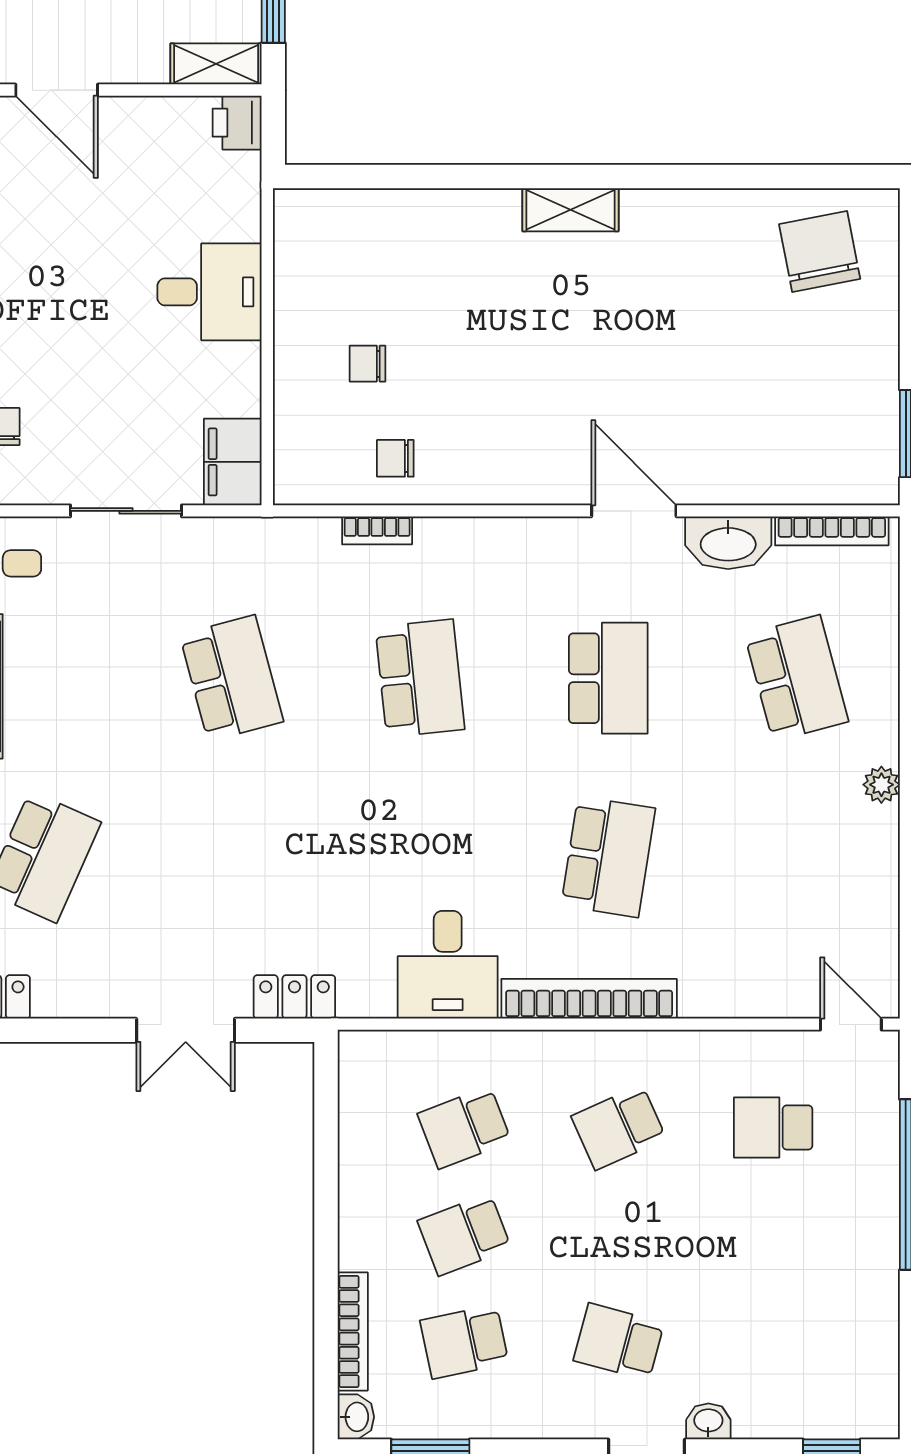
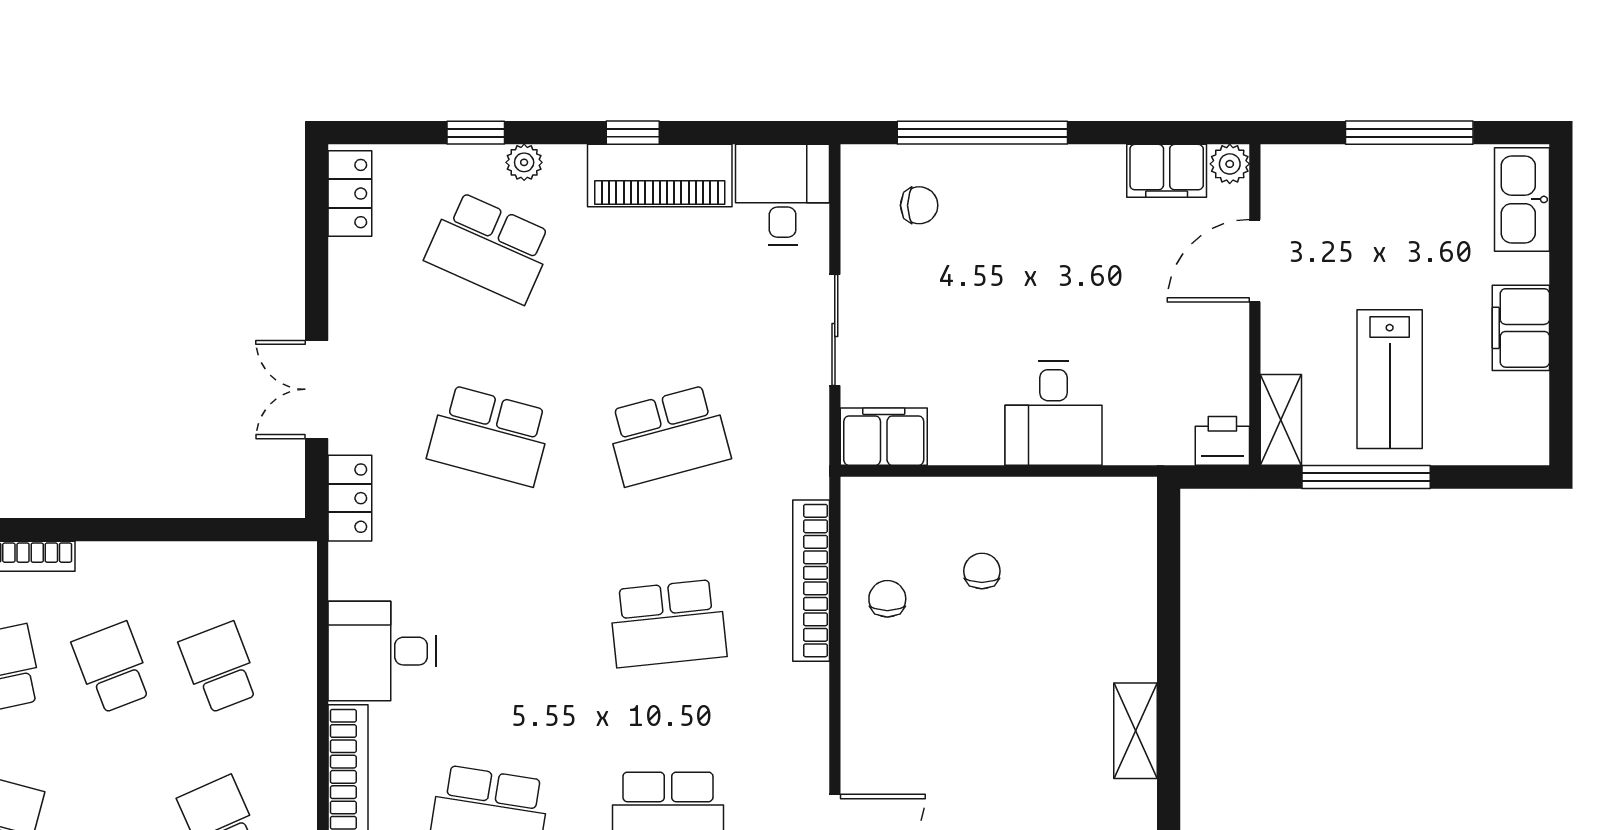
shelving: (571, 210) -> (1136, 731), moved
bookcase: (377, 530) -> (811, 581), width x2.31, depth x1.31
school desk: (232, 857) -> (490, 435), added

